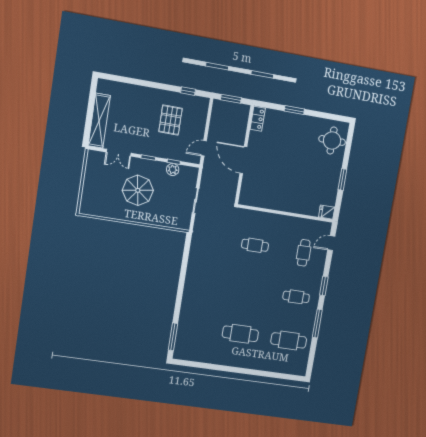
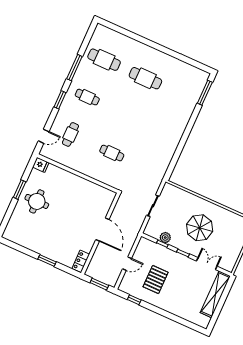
round table: (332, 140) -> (37, 201), moved
door: (204, 148) -> (127, 264), moved

